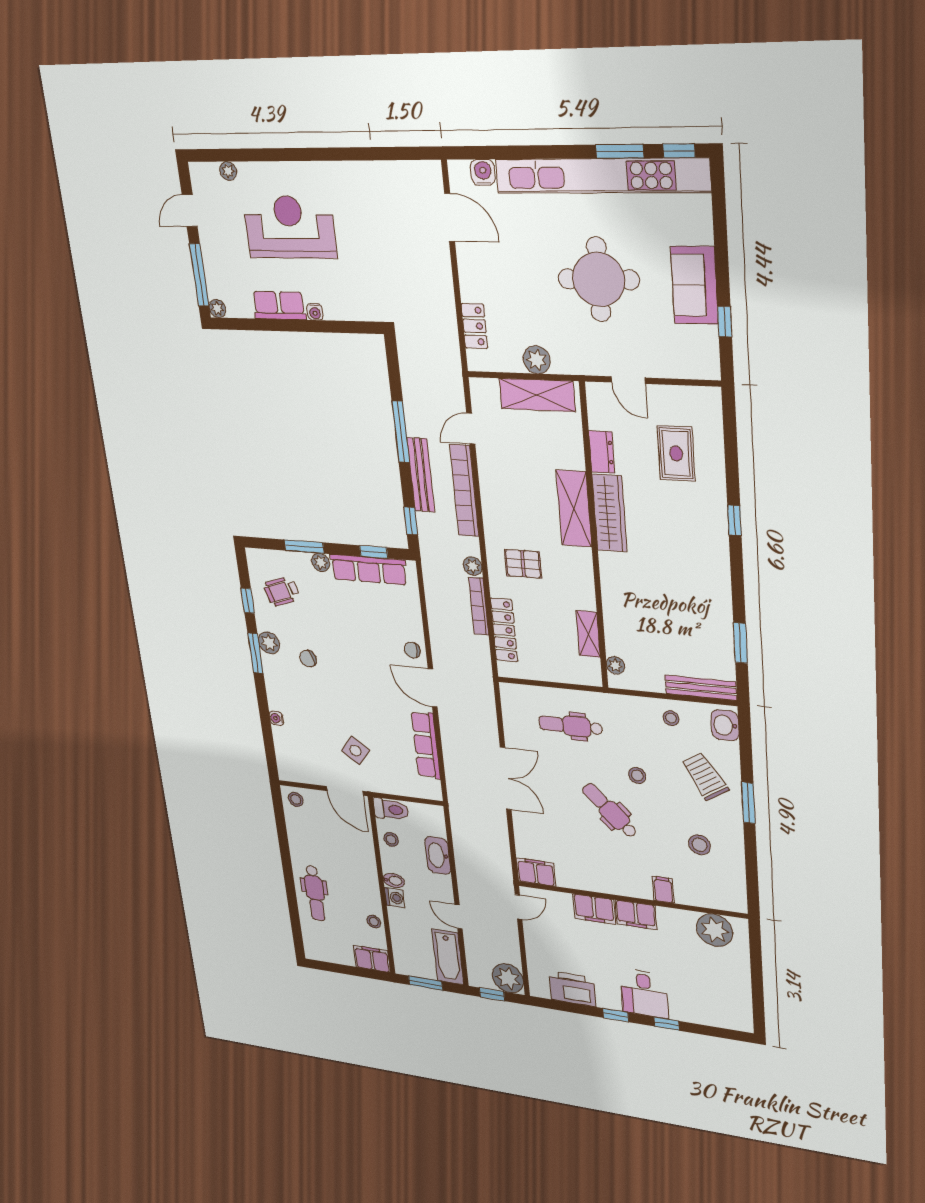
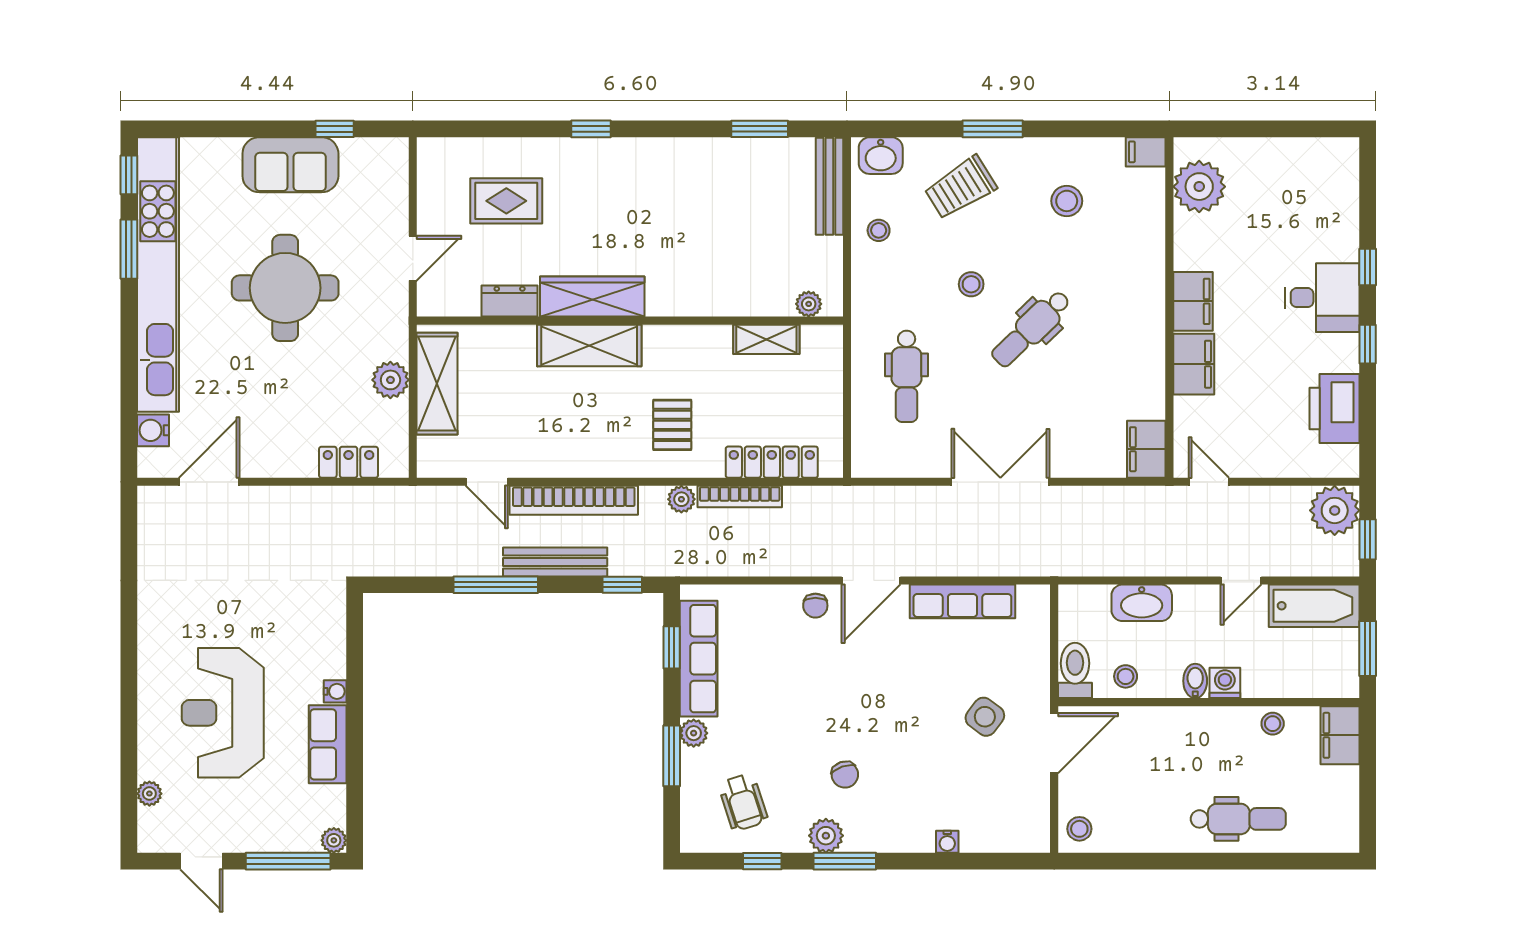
filing cabinet: (663, 890) -> (1146, 152), moved

